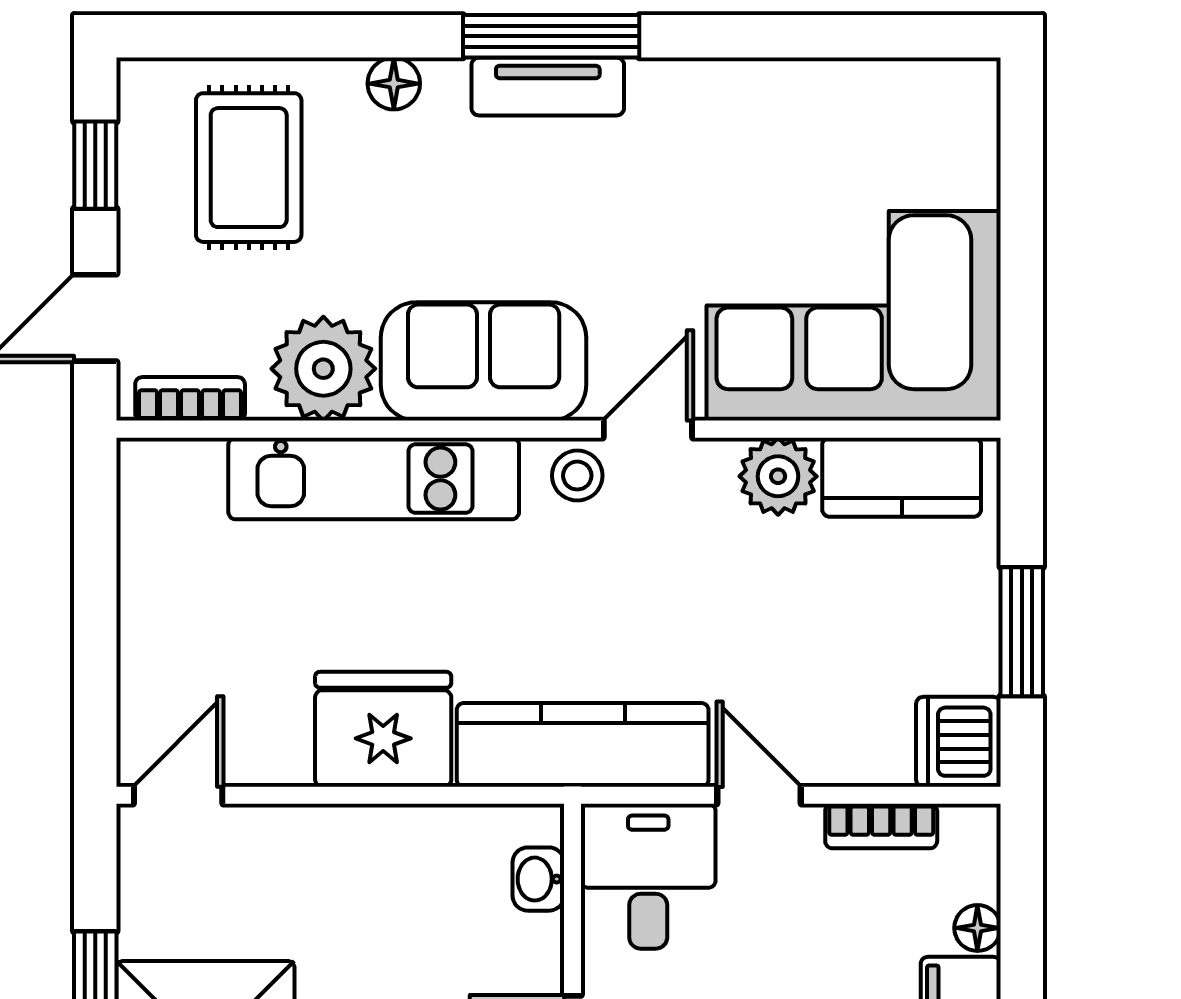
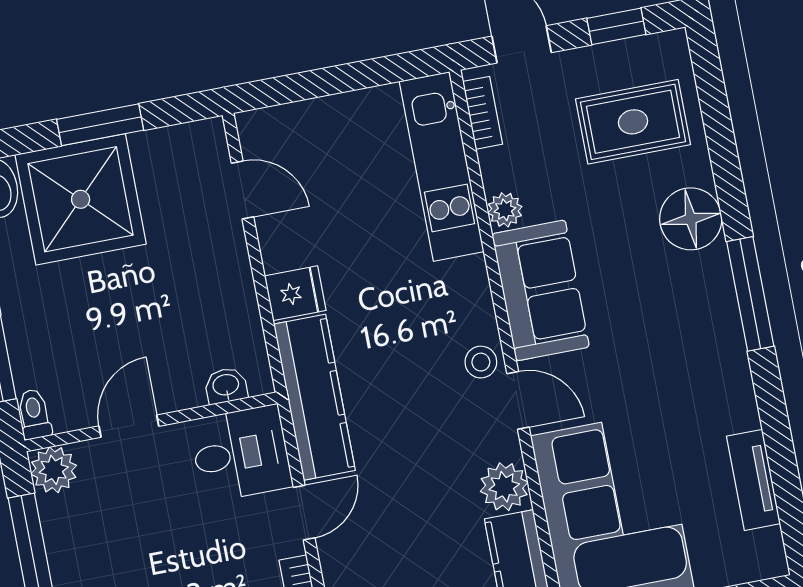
floor lamp: (394, 84) -> (691, 219), width x1.89, depth x1.89
tv unit: (548, 87) -> (753, 480), moved
plant: (323, 369) -> (505, 210), width x0.53, depth x0.53
kitchen unit: (374, 479) -> (442, 167), moved
fridge: (383, 729) -> (295, 293), width x0.53, depth x0.75
door: (178, 795) -> (243, 190), moved

